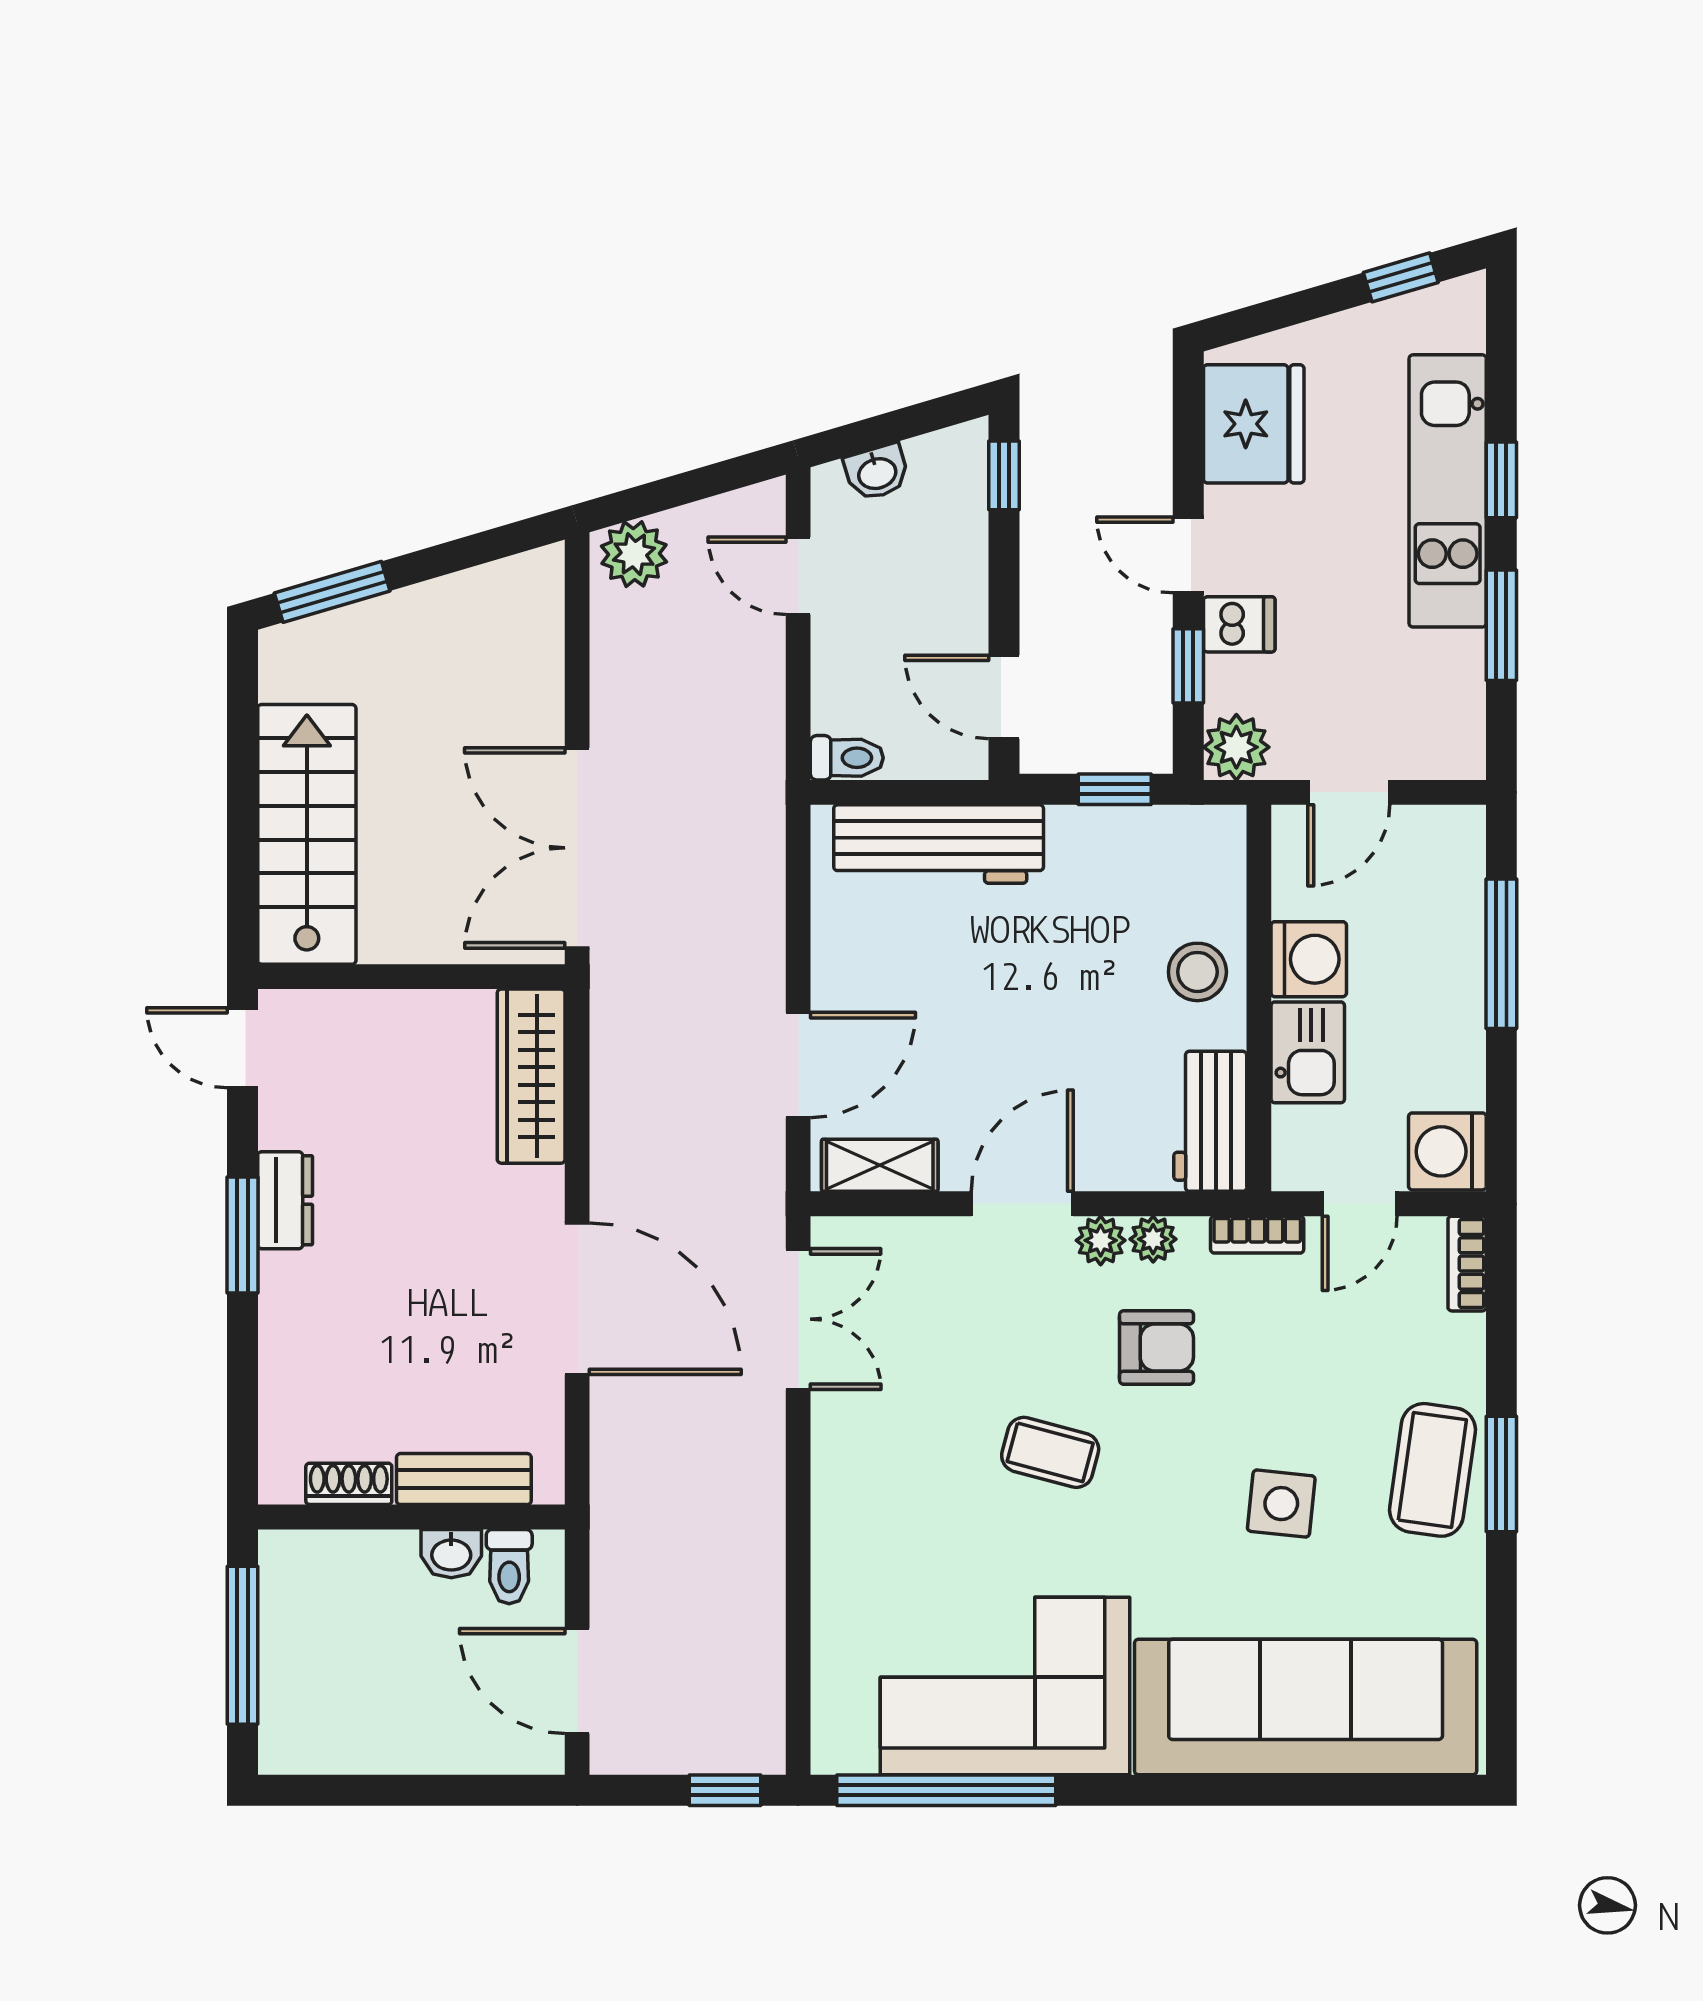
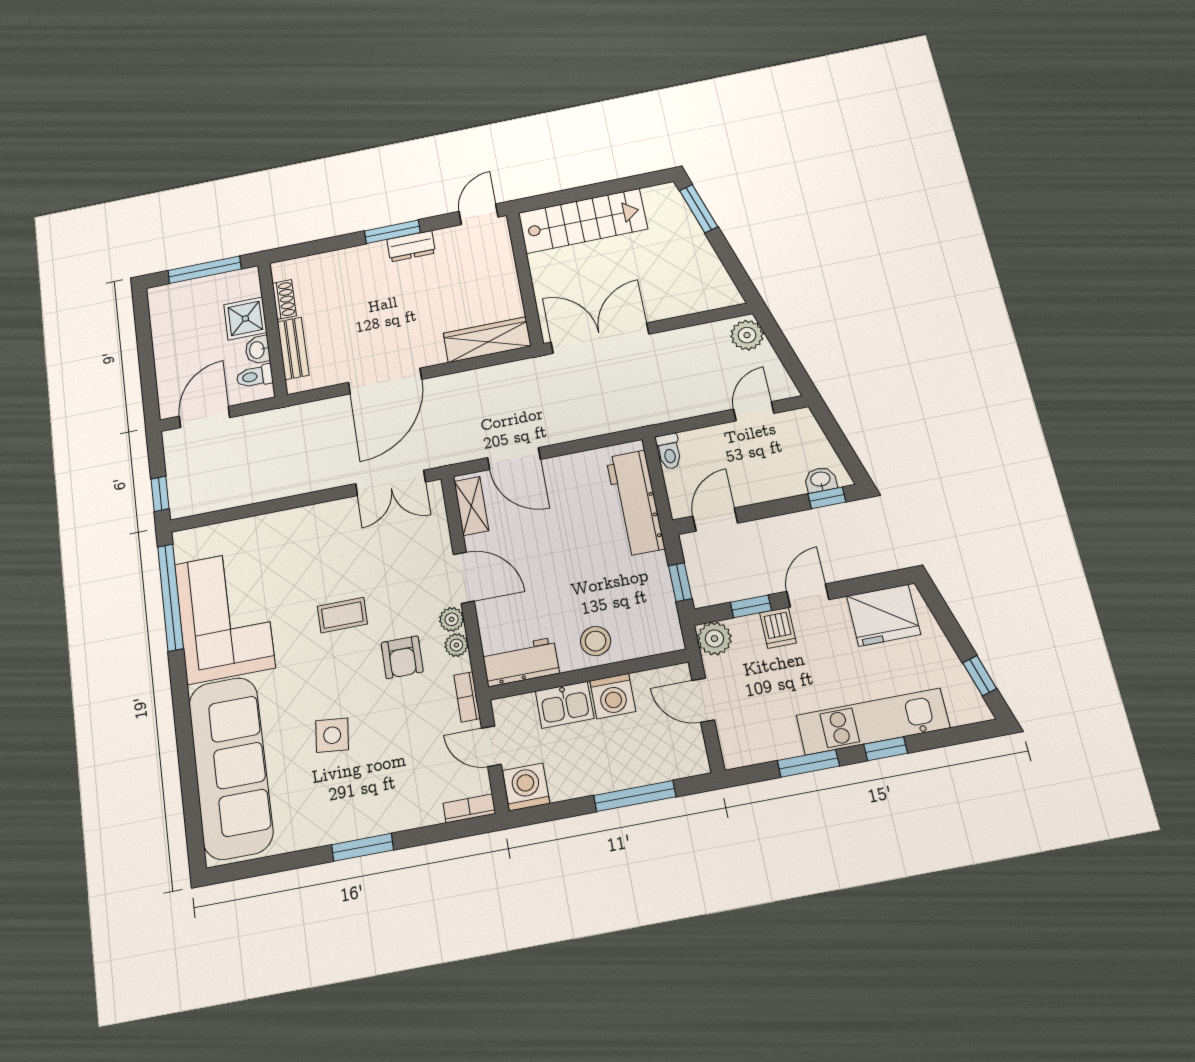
washbasin: (877, 472) -> (821, 480), moved, turned 106
coffee table: (1050, 1452) -> (342, 615), turned 75
coffee table: (1432, 1470) -> (360, 810), removed
shower: (374, 1571) -> (245, 319), added

